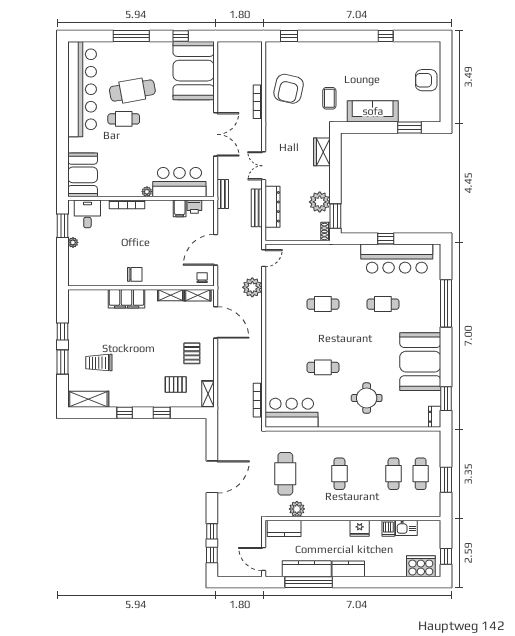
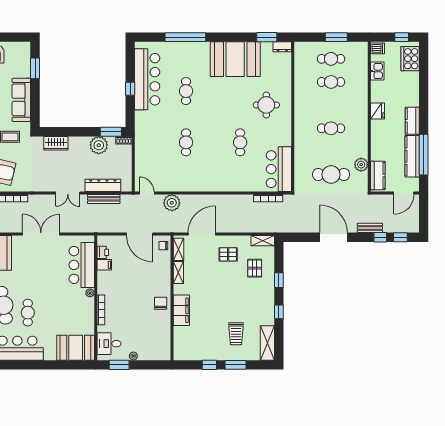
bench: (223, 194) -> (370, 228), moved
dishwasher: (388, 528) -> (378, 48), moved

